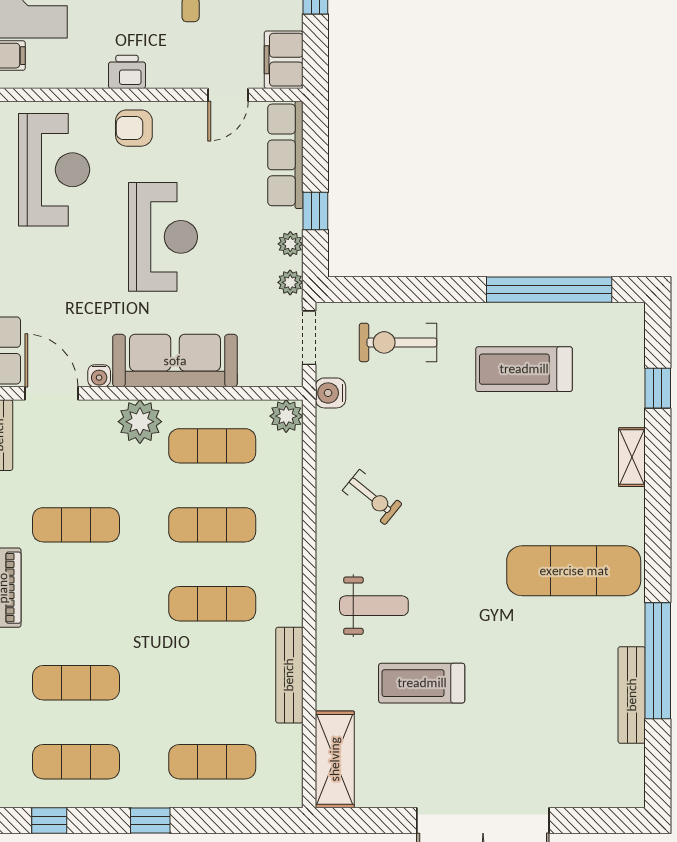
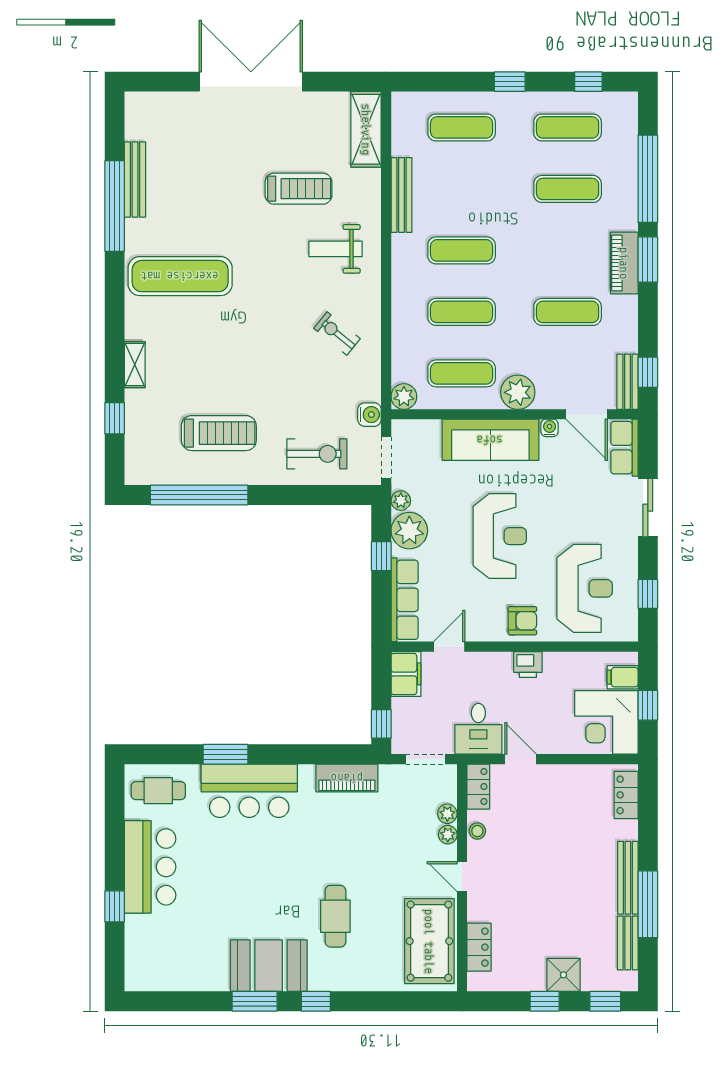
reception desk: (54, 170) -> (585, 588), turned 180
reception desk: (163, 237) -> (500, 536), turned 180
plant: (290, 244) -> (409, 531), width x1.87, depth x1.87

